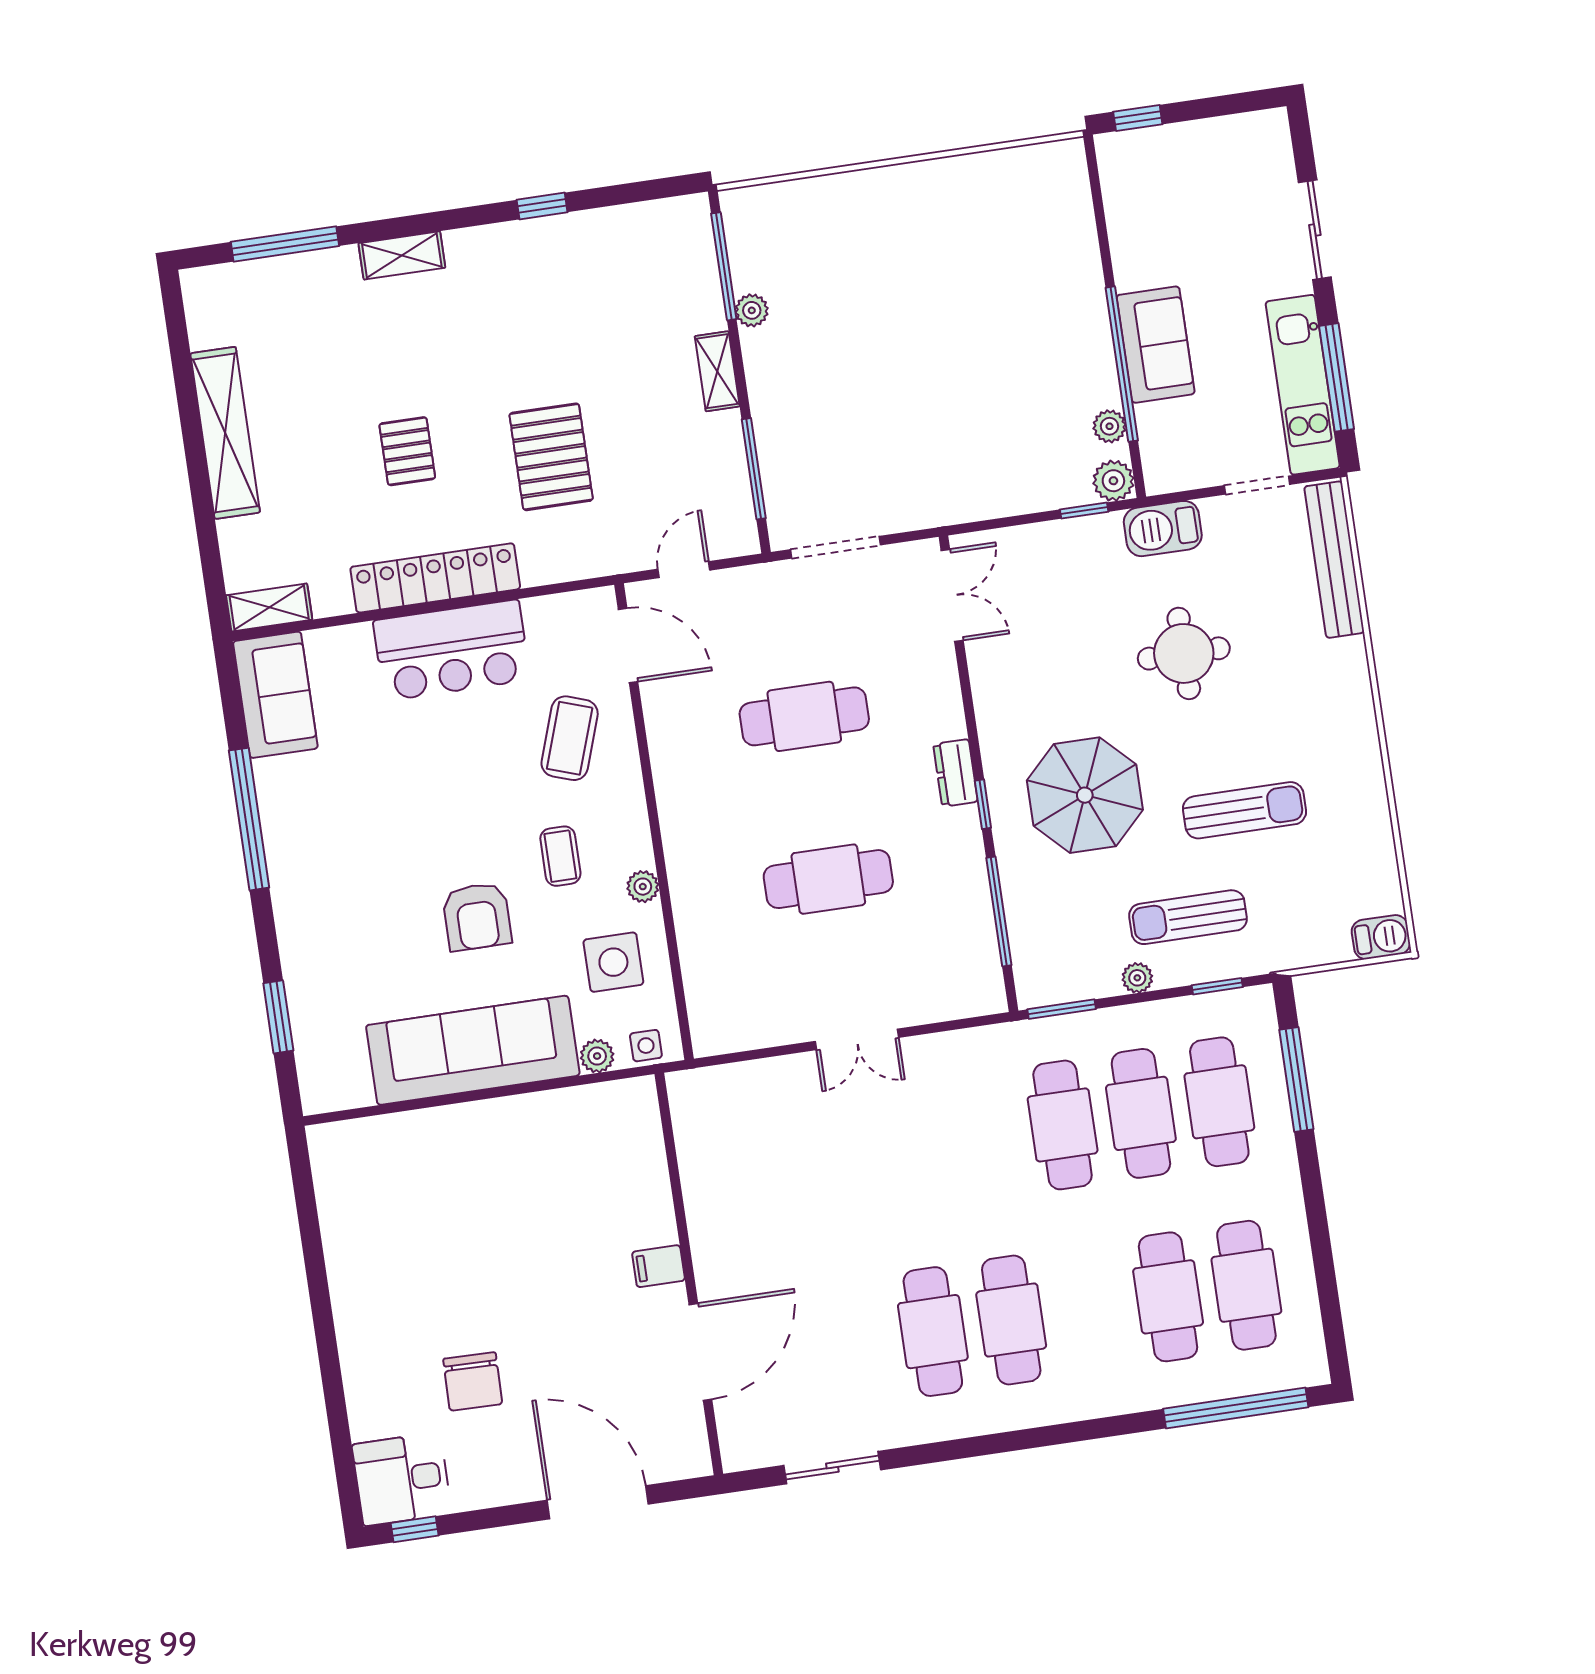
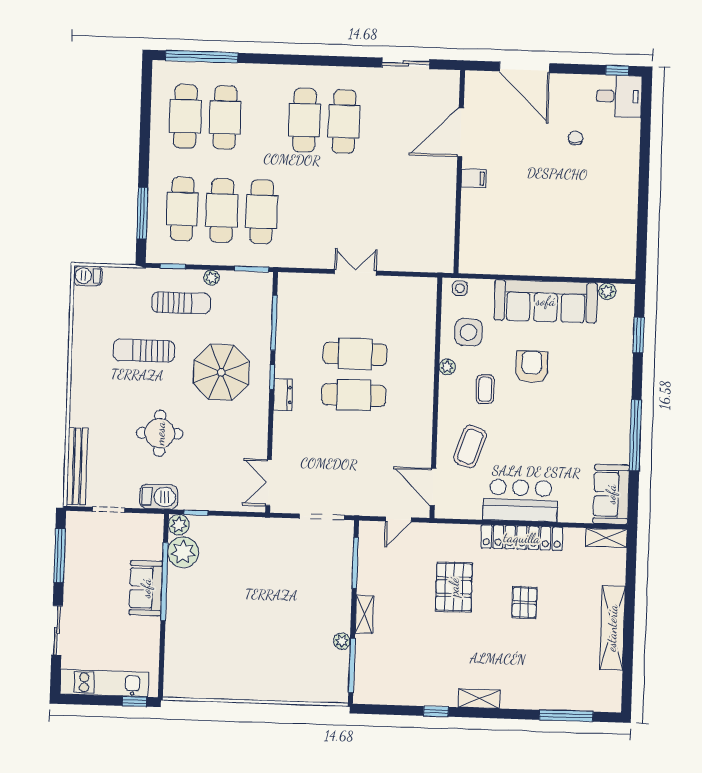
shelving: (402, 255) -> (479, 699), moved
kitchen unit: (1303, 385) -> (104, 683), moved, turned -90
plant: (1109, 426) -> (183, 552), width x1.88, depth x1.88
cafe table: (804, 716) -> (354, 395), moved
plant: (597, 1056) -> (607, 291), moved
chair: (473, 1381) -> (575, 138), width x0.54, depth x0.54

